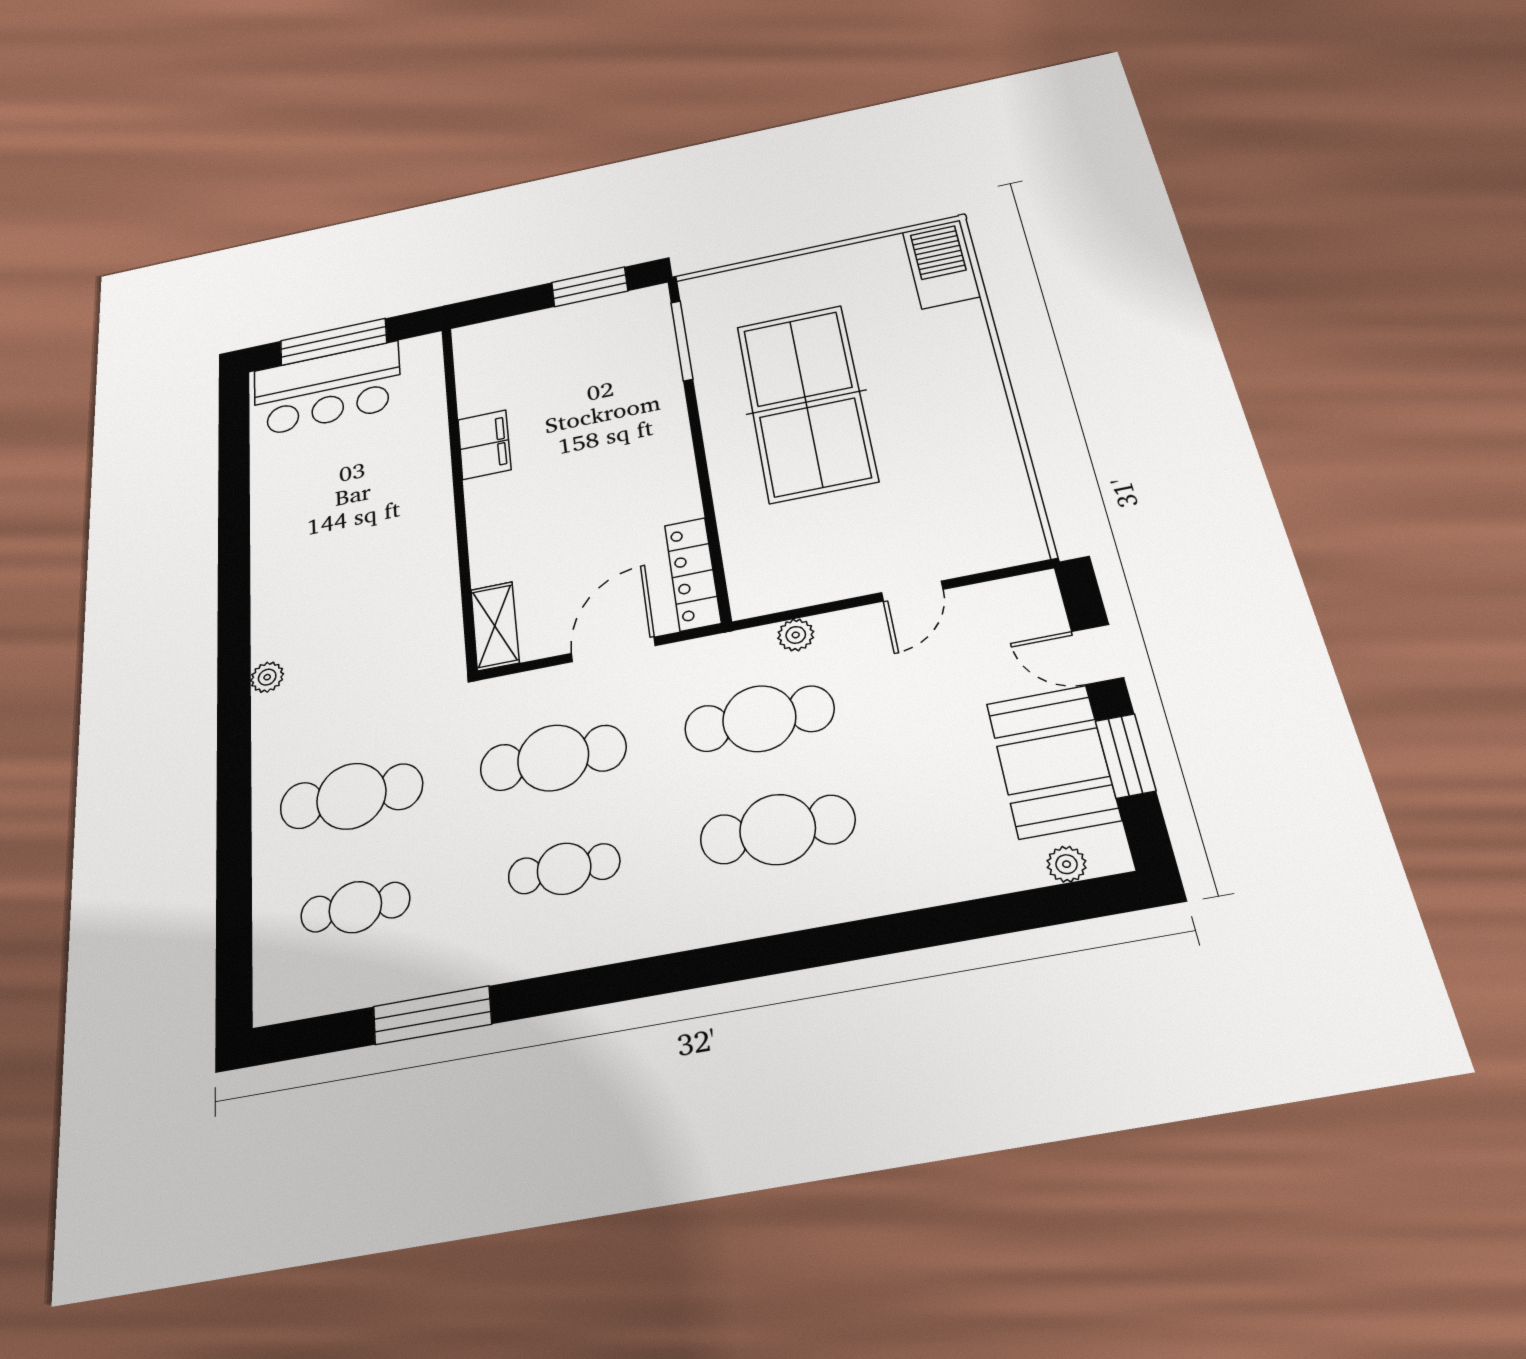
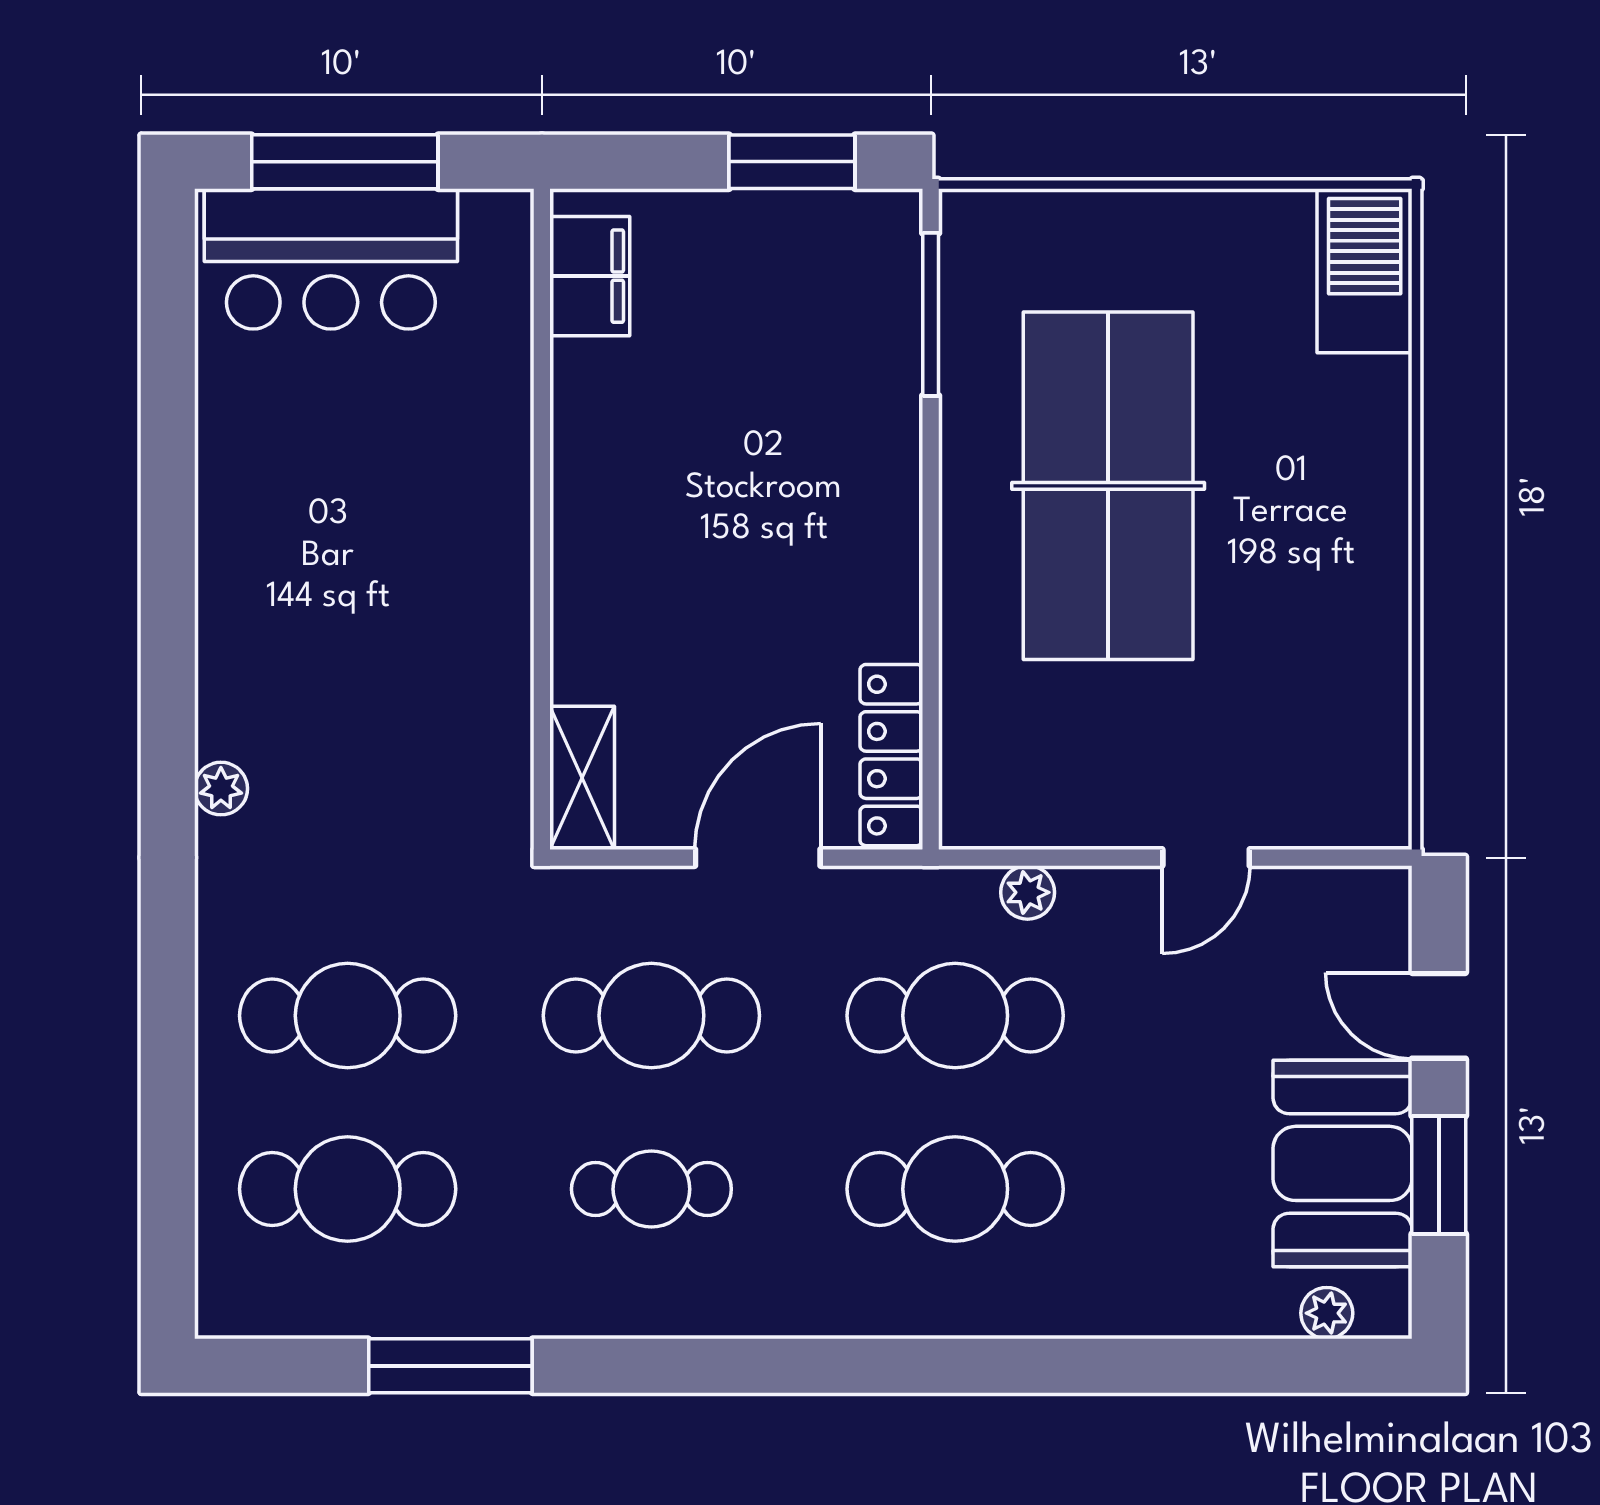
filing cabinet: (484, 445) -> (590, 276), moved
cafe table: (355, 907) -> (348, 1189), width x1.37, depth x1.35

